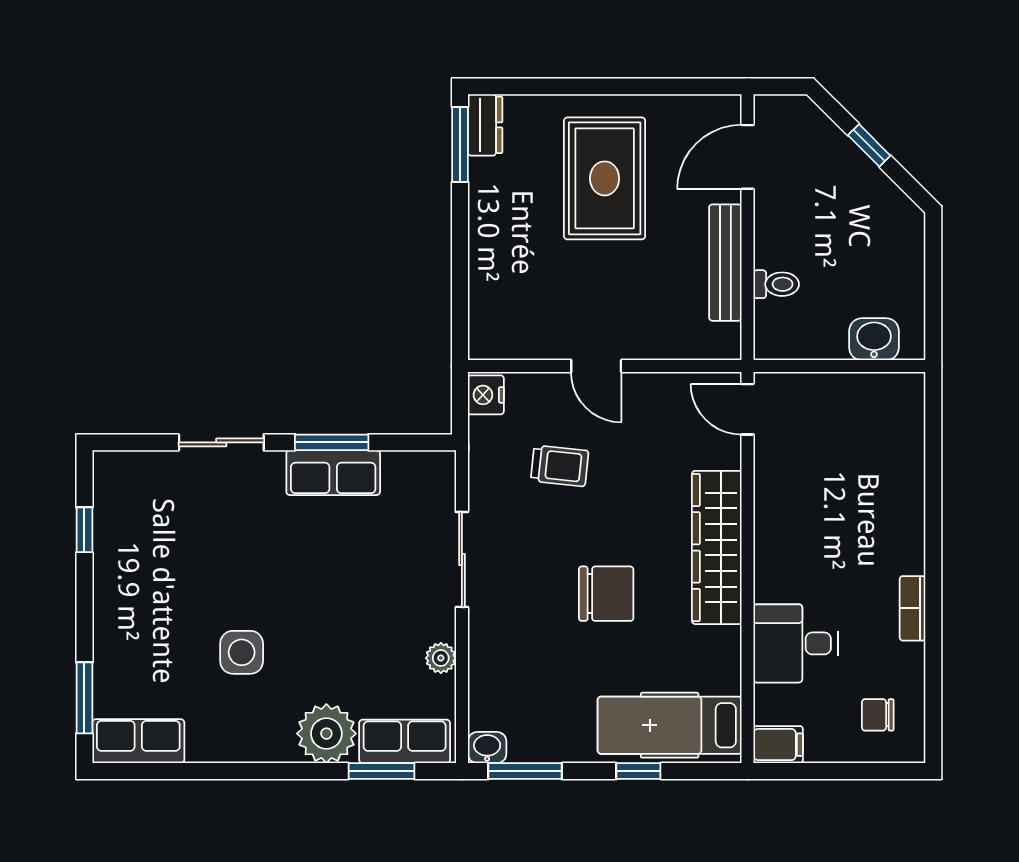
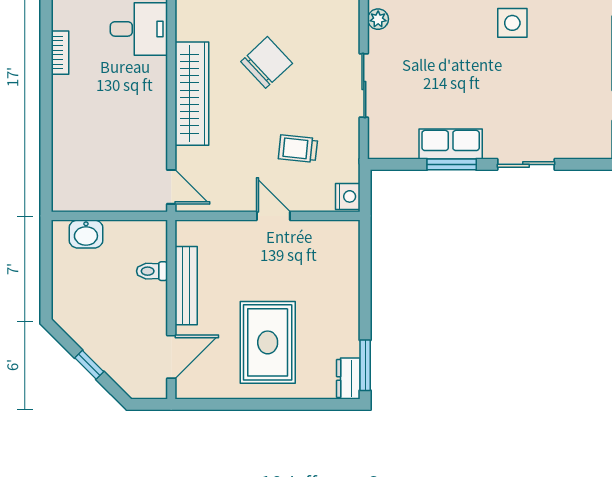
chair: (606, 594) -> (267, 62), turned 137

